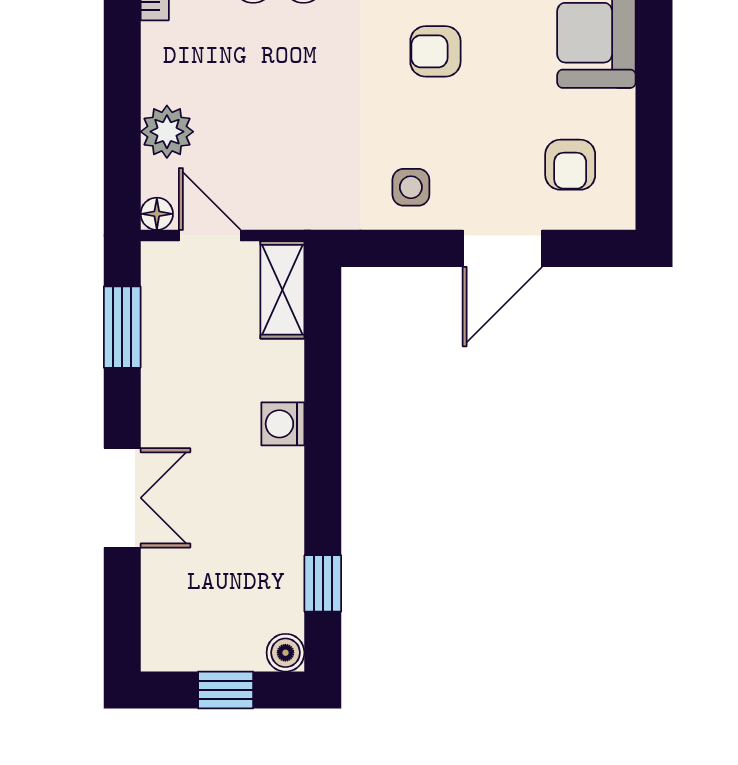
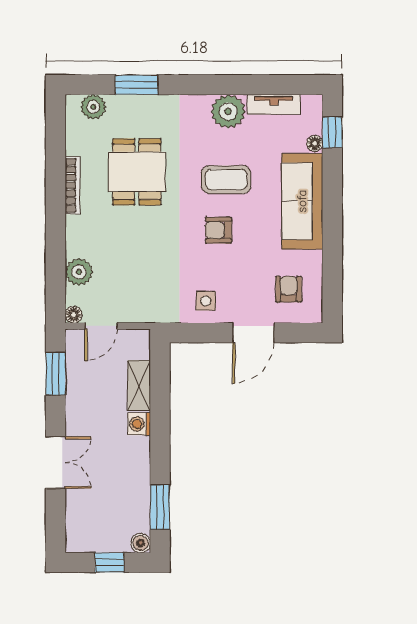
armchair: (570, 165) -> (289, 289), turned 180
door: (210, 235) -> (101, 326), swing flipped
shelving: (282, 290) -> (139, 386), moved
window: (323, 583) -> (160, 507), width x1.50

